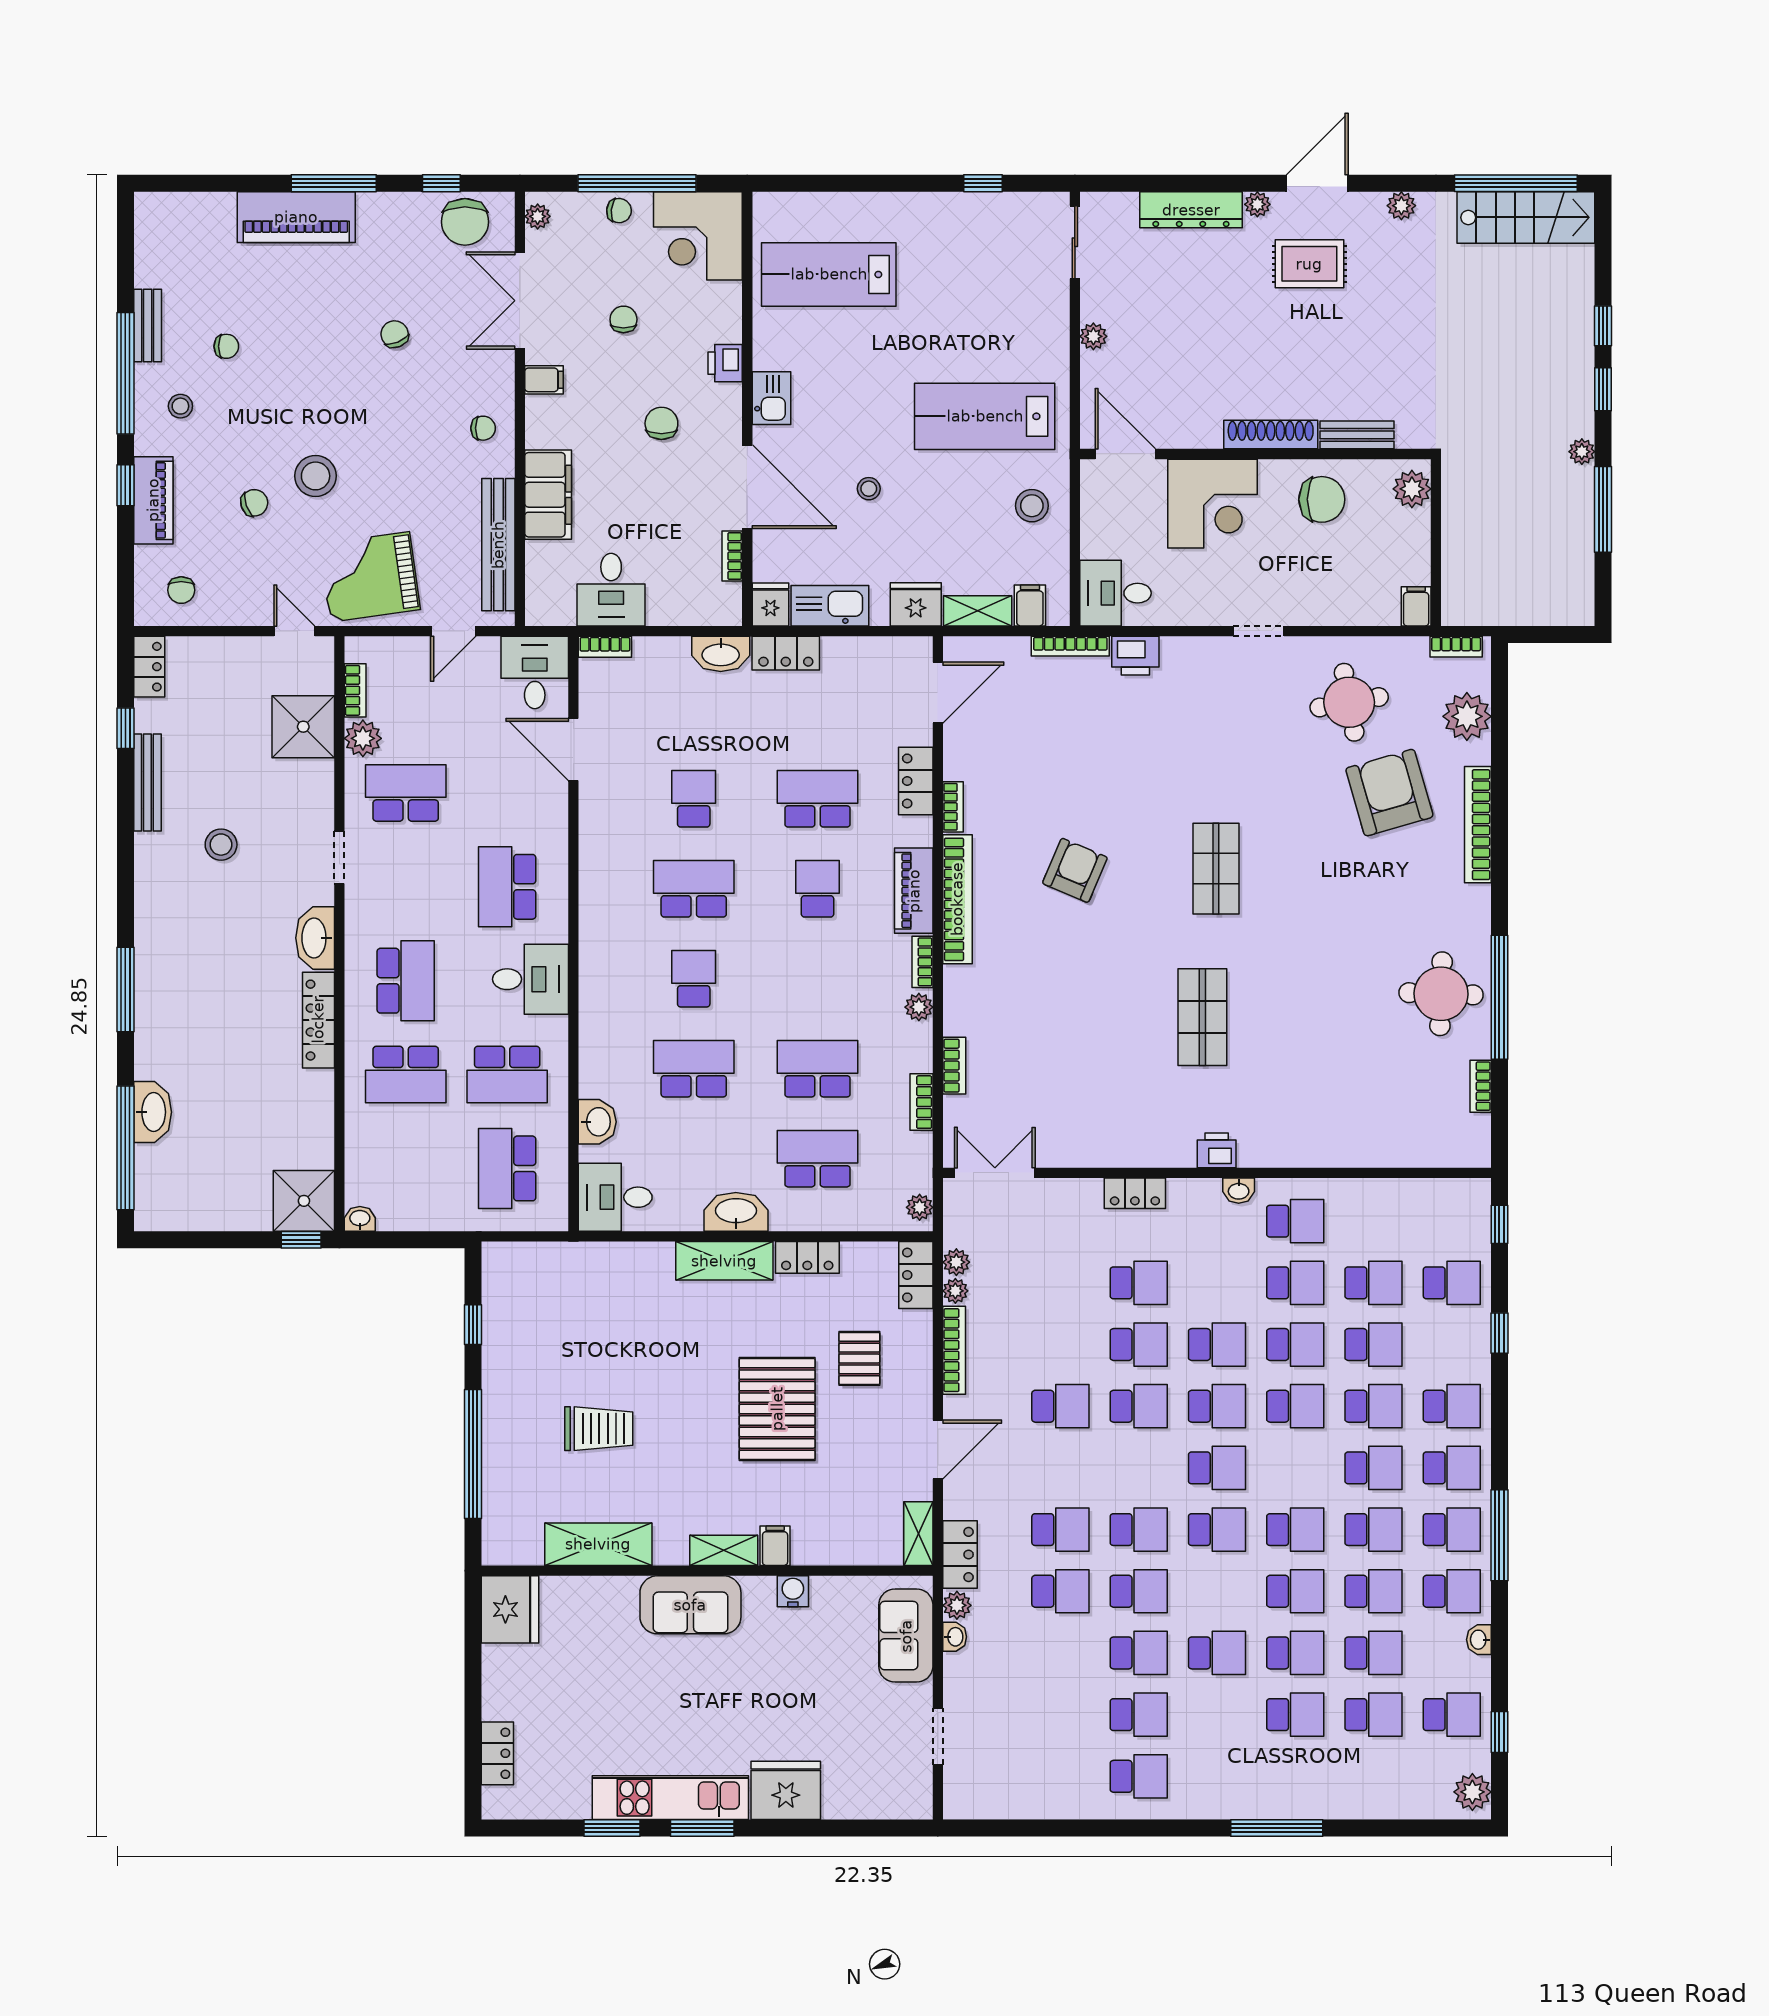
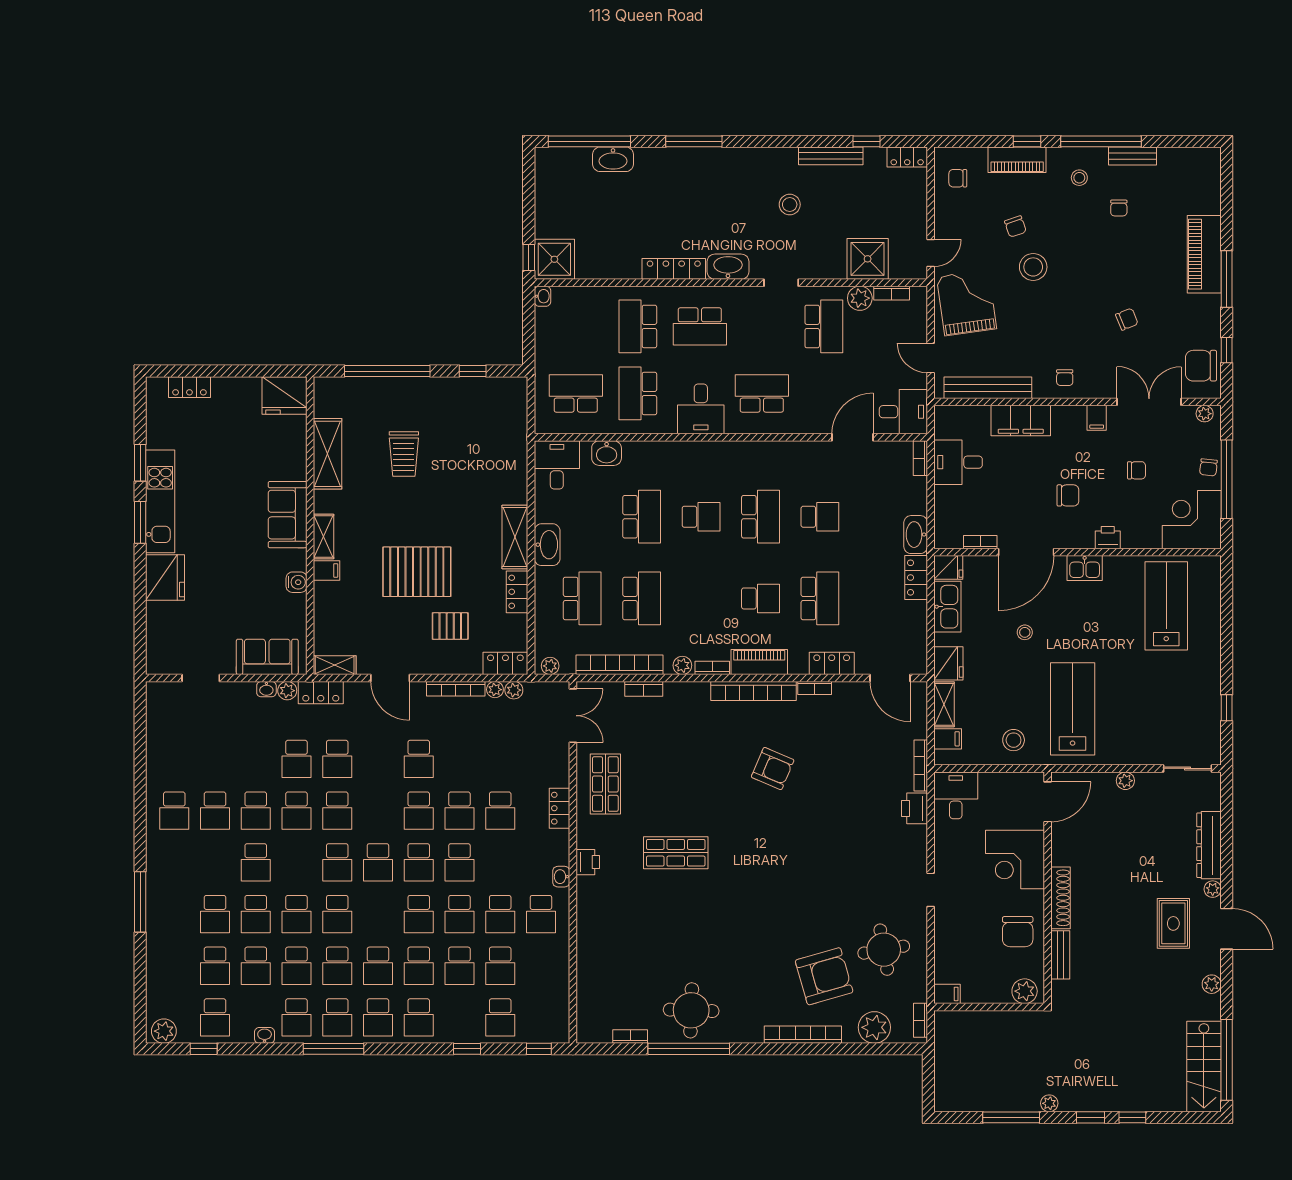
shop shelf: (1216, 869) -> (605, 784), moved, turned 90
bookcase: (921, 1102) -> (620, 665), width x2.31, depth x1.31

